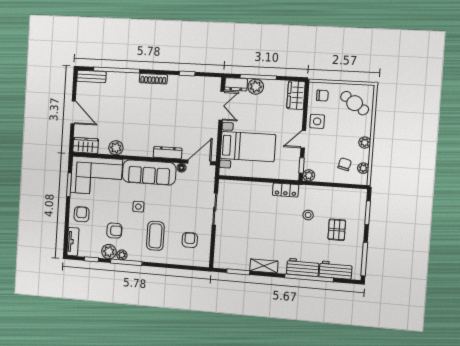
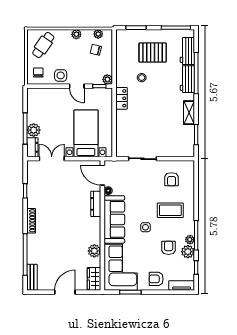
wardrobe: (296, 95) -> (39, 95), removed
pallet: (337, 230) -> (153, 52), width x1.50, depth x1.42
armchair: (190, 240) -> (172, 179), turned -90

